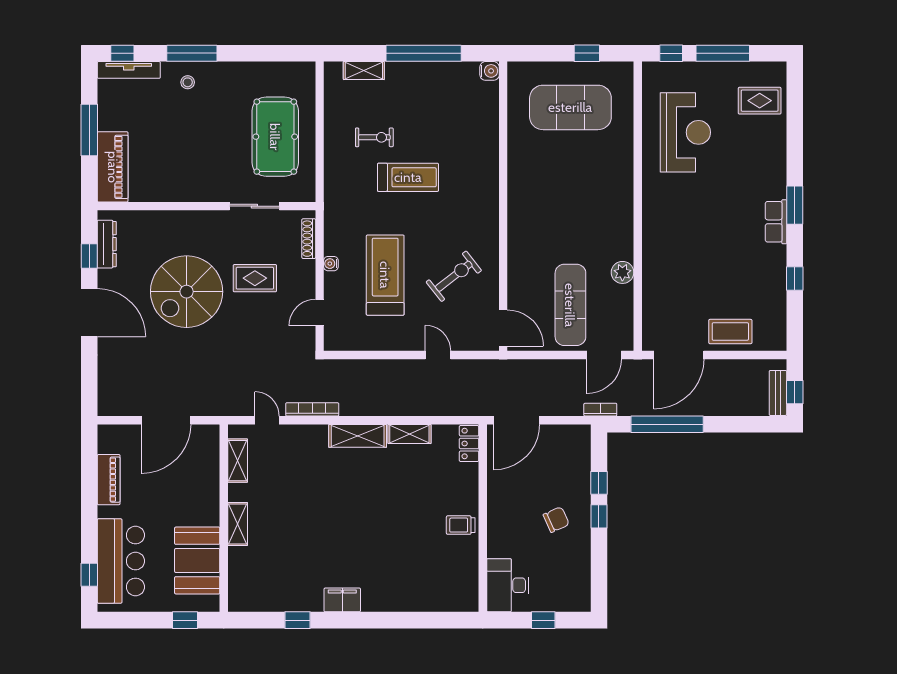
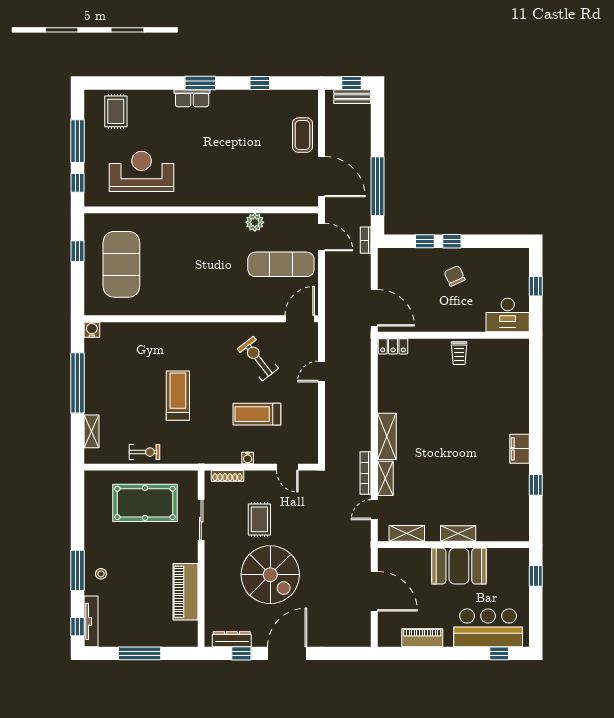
exercise bike: (374, 137) -> (145, 452), moved, turned 90
piano: (113, 167) -> (186, 592), moved, turned -90
row of seats: (776, 222) -> (192, 98), moved
treadmill: (385, 275) -> (257, 414), width x0.73, depth x0.73
shelving: (409, 434) -> (385, 478), moved
booth: (197, 560) -> (459, 566), moved

